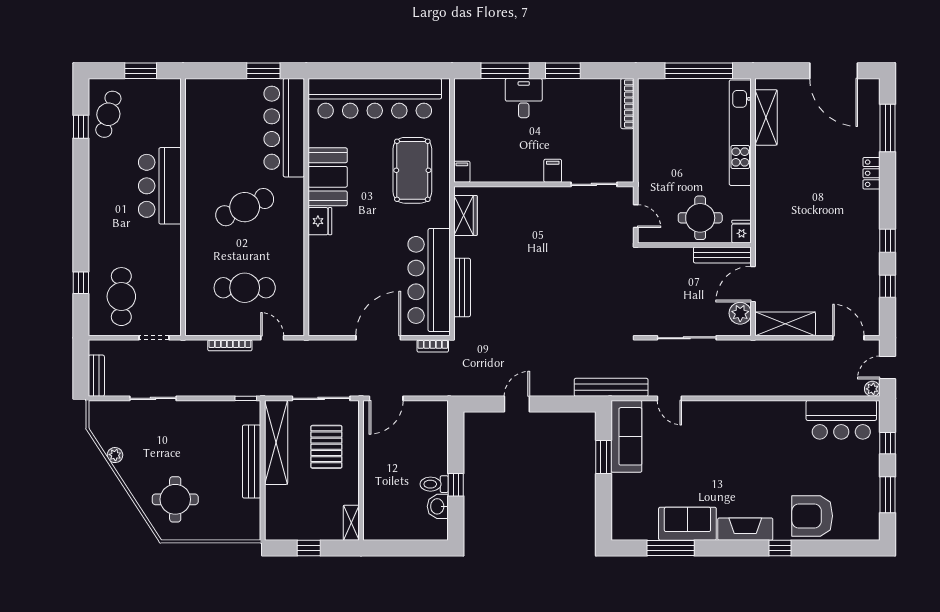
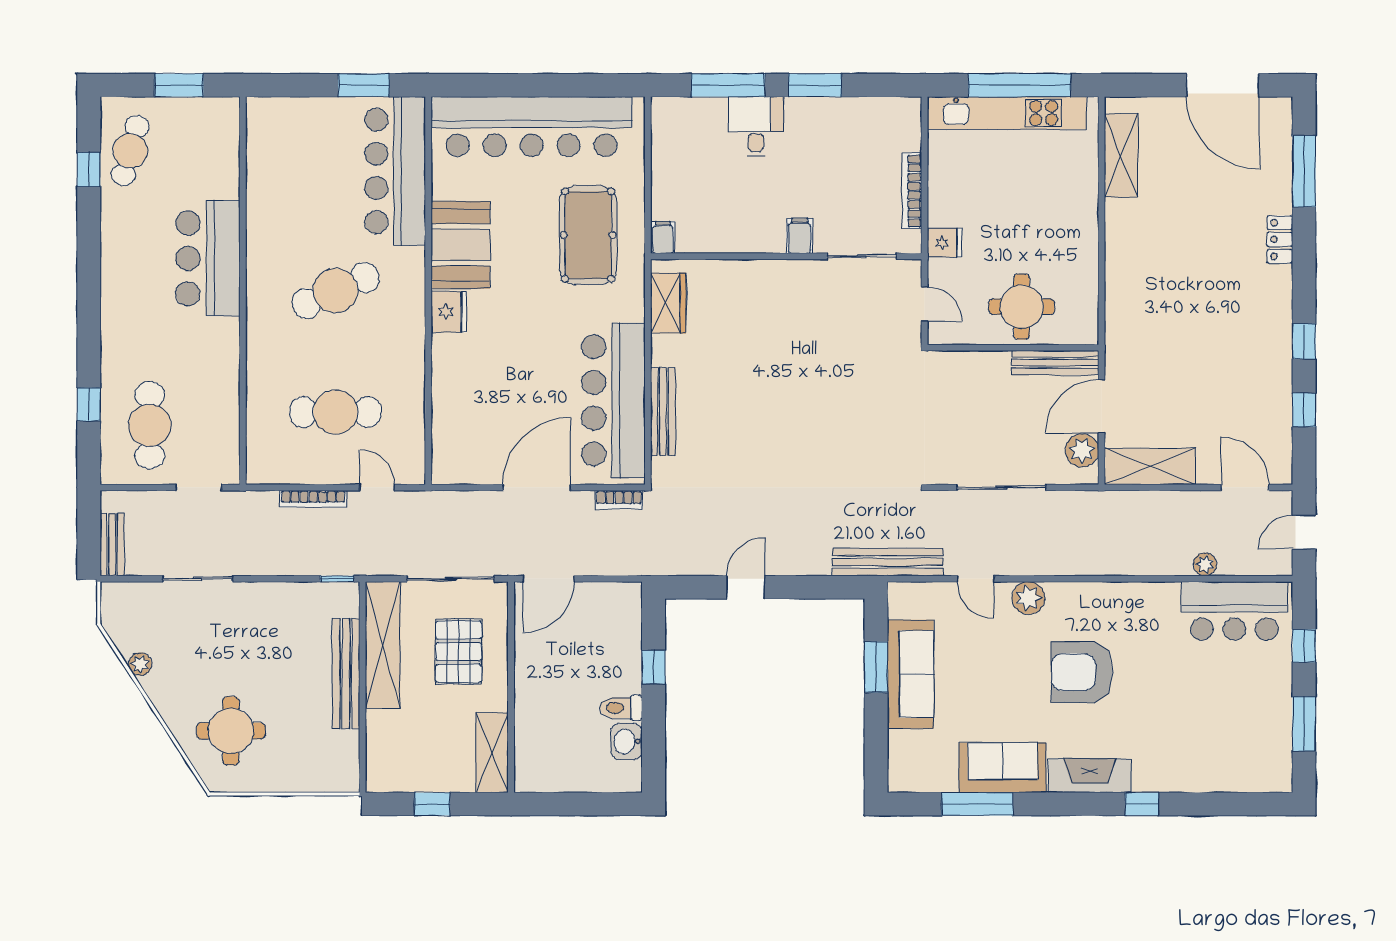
bookcase: (627, 104) -> (912, 191), moved
kitchen unit: (740, 133) -> (1007, 113), moved, turned -90
fridge: (742, 232) -> (945, 243), moved, turned 90
plant: (872, 389) -> (1205, 564), moved
plant: (705, 411) -> (1028, 598), added
sofa: (626, 436) -> (911, 674), moved
window: (456, 485) -> (654, 667), moved
armchair: (812, 516) -> (1082, 672), moved
shelving: (351, 523) -> (492, 753), width x1.50, depth x1.33

